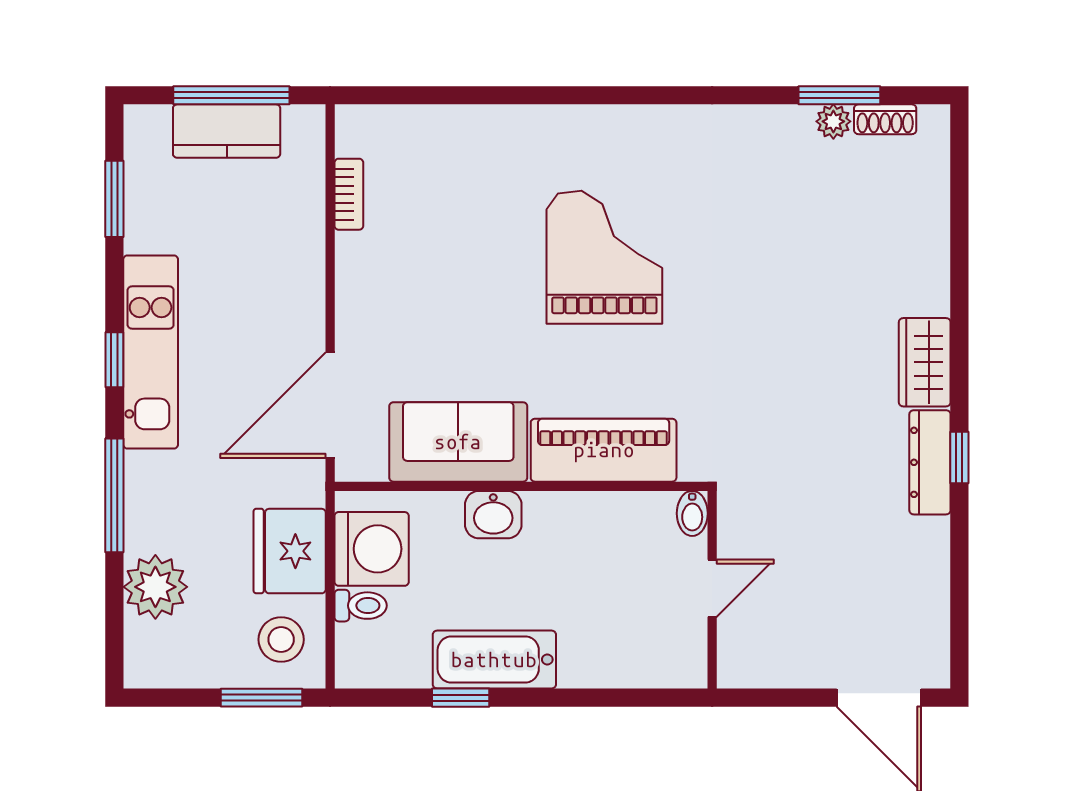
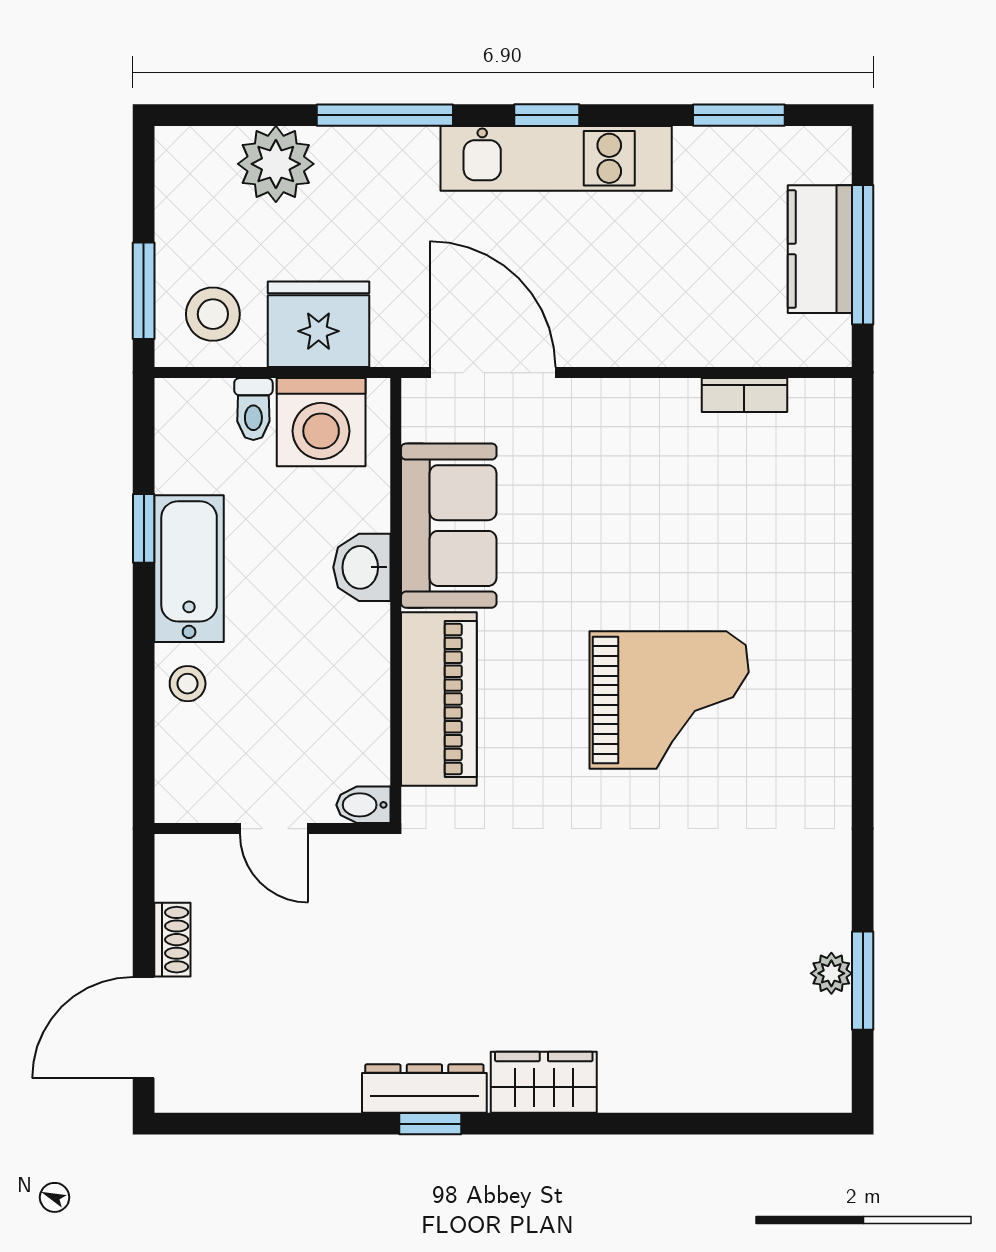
shoe rack: (885, 119) -> (172, 940), moved, turned 180
stool: (591, 661) -> (188, 684), added

